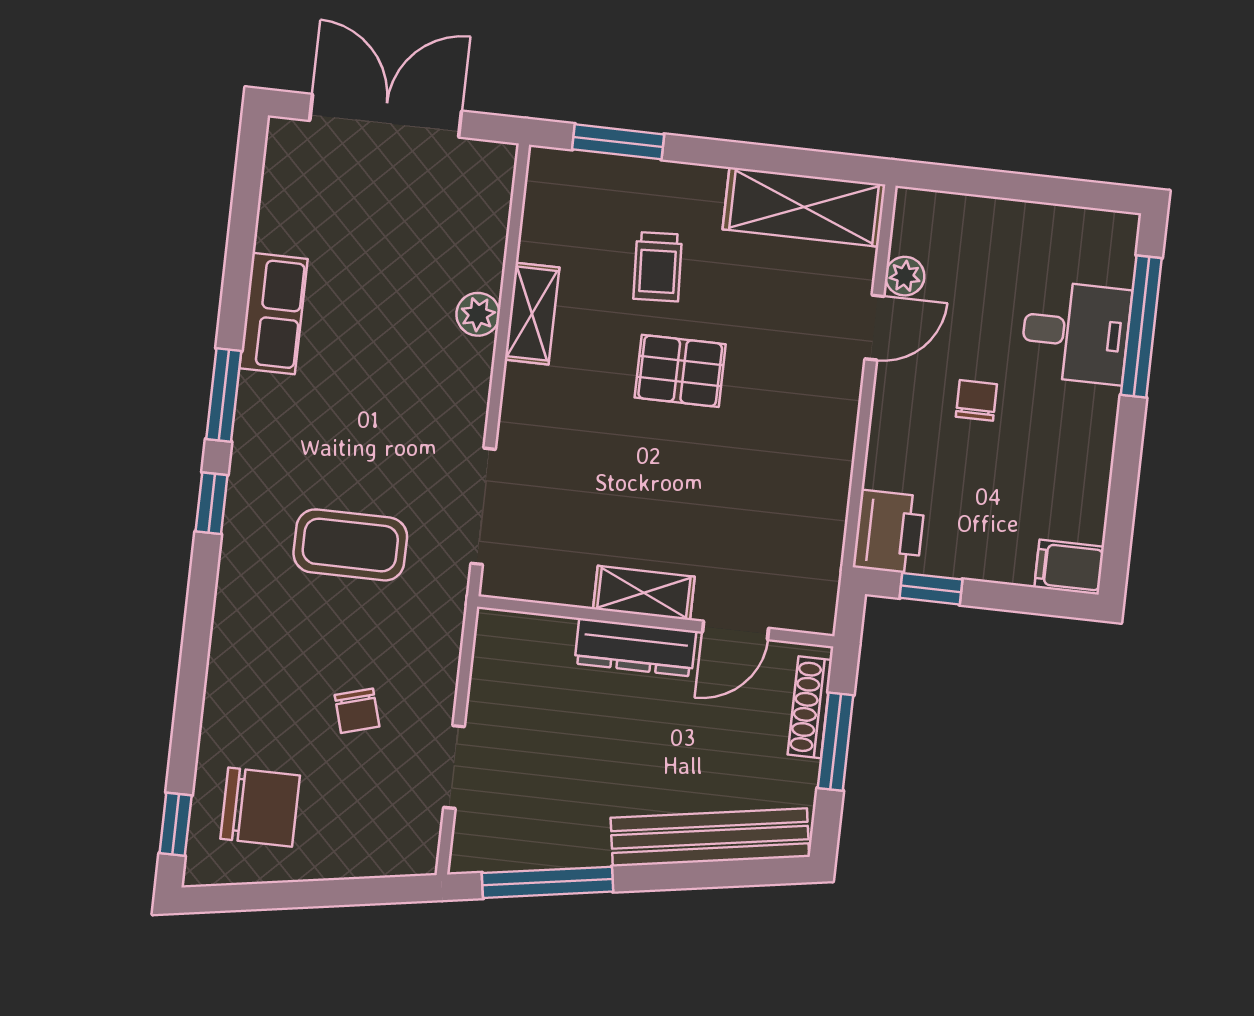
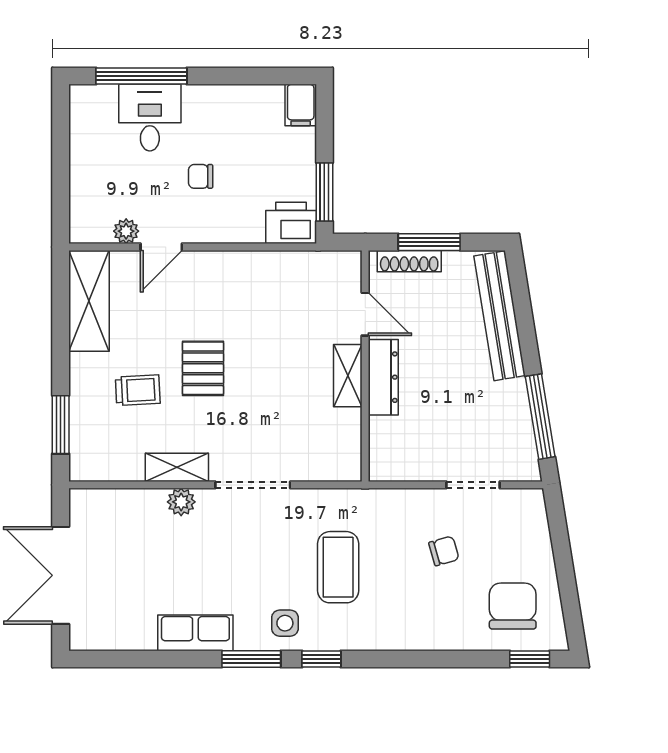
door: (874, 328) -> (161, 247), swing flipped
side table: (273, 453) -> (285, 623), added
doorway: (483, 506) -> (253, 485), moved
window: (931, 589) -> (324, 192), width x1.50

